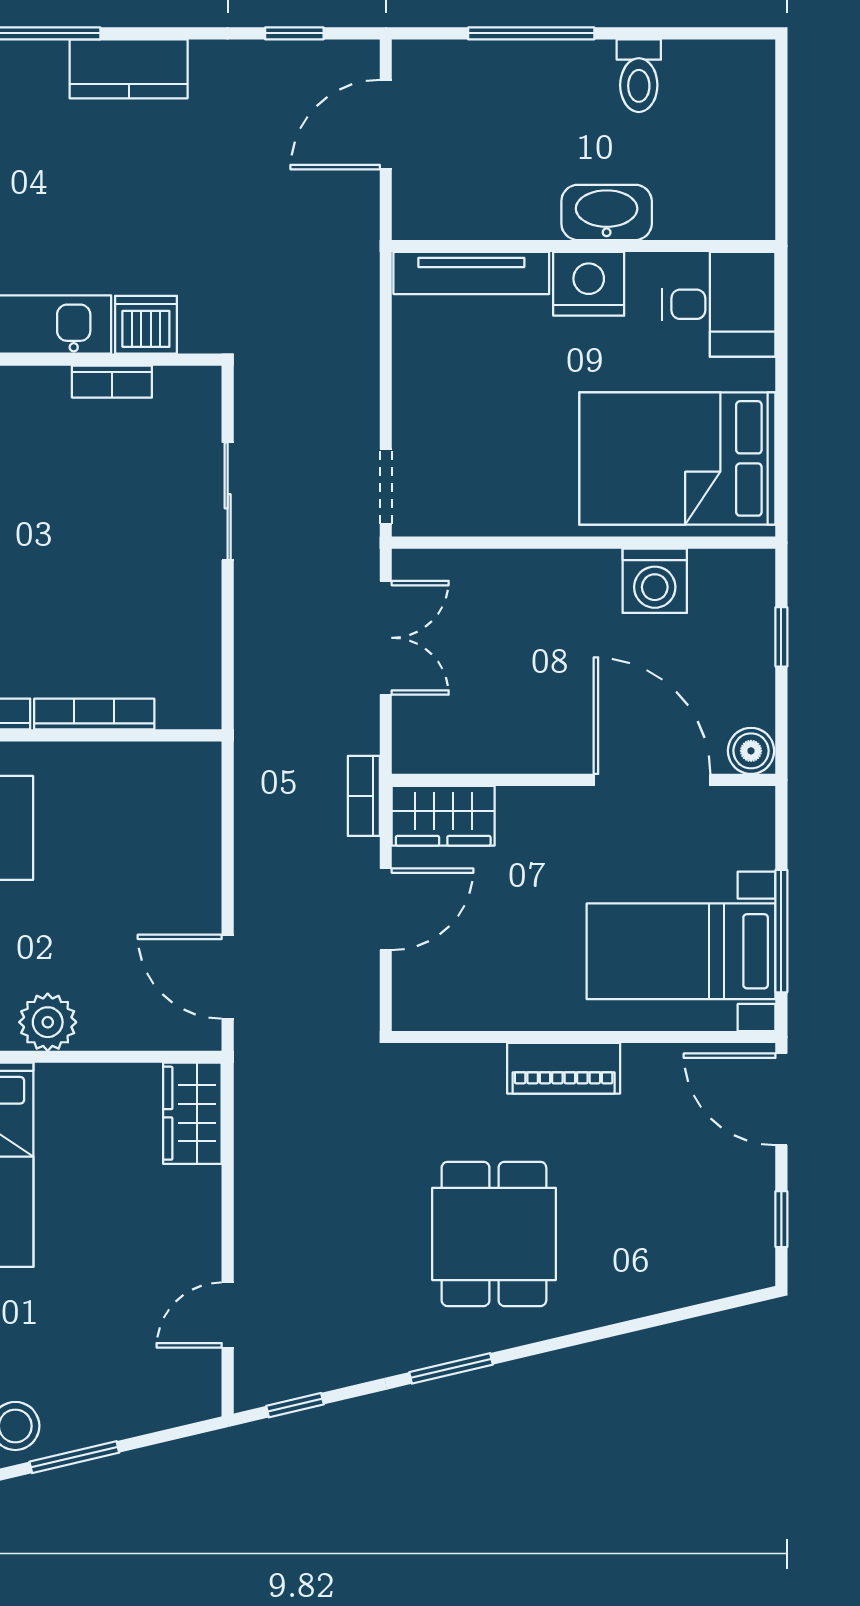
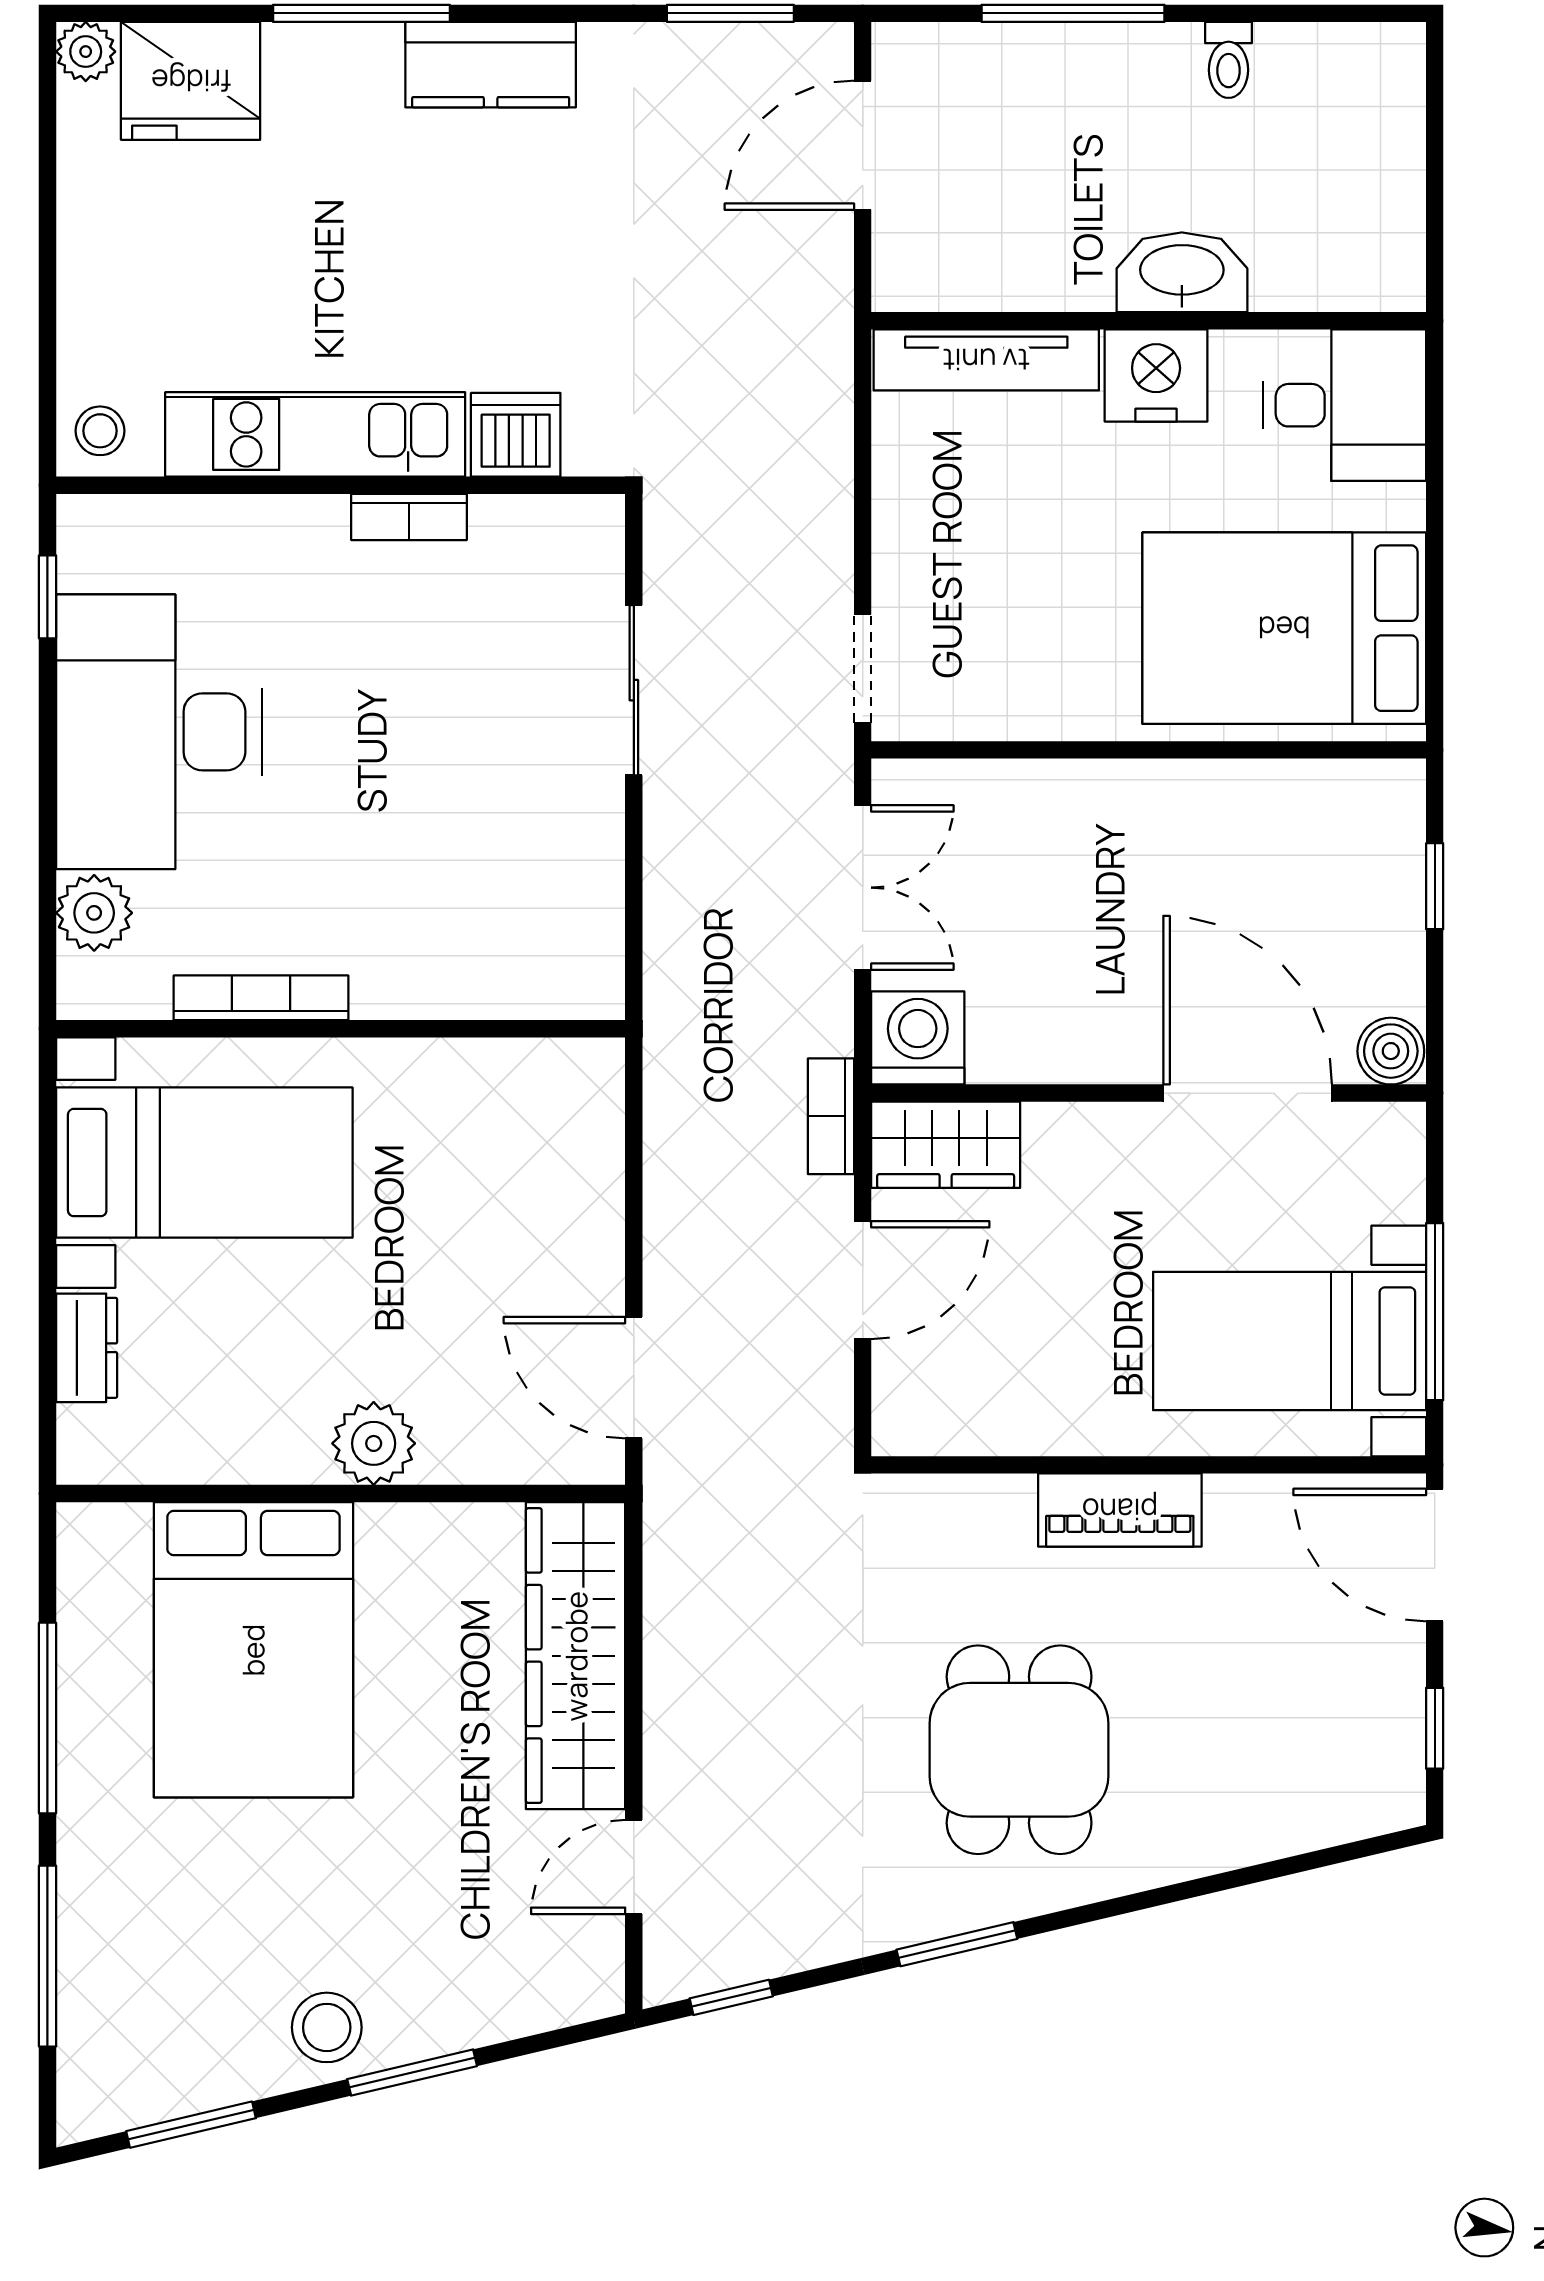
window: (294, 33) -> (730, 13), width x1.50
toilet: (639, 76) -> (1229, 60), width x0.73, depth x0.72
bookcase: (112, 382) -> (409, 517), moved
washing machine: (655, 581) -> (918, 1038), moved, turned 180
bookcase: (94, 714) -> (441, 998), removed
wardrobe: (192, 1113) -> (576, 1656), width x2.10, depth x1.17

